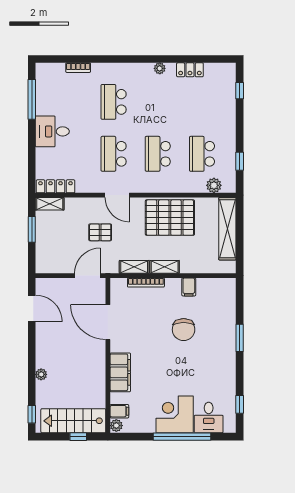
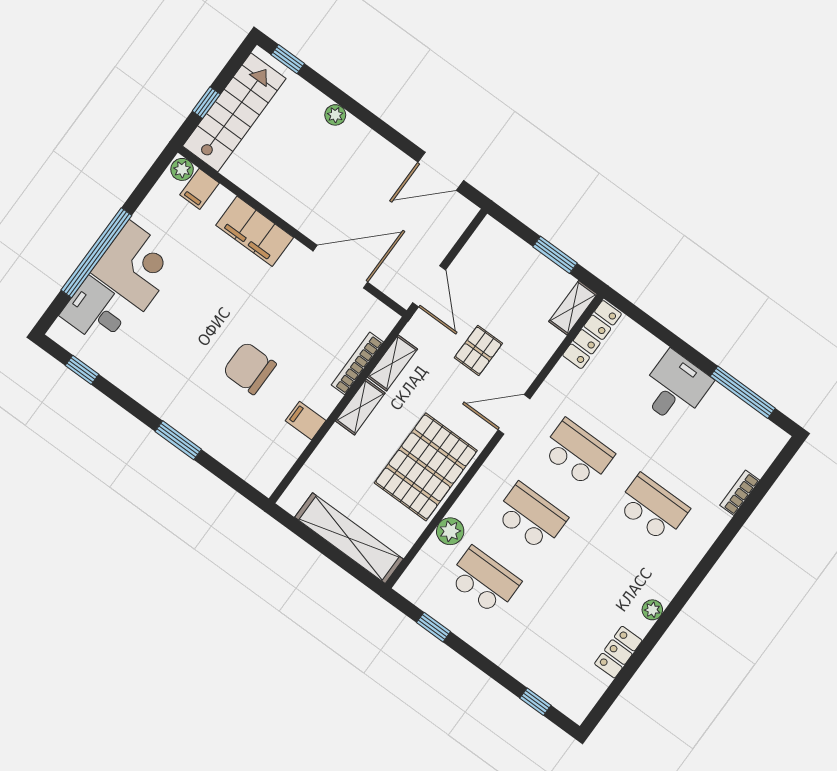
plant: (214, 185) -> (450, 531), moved

